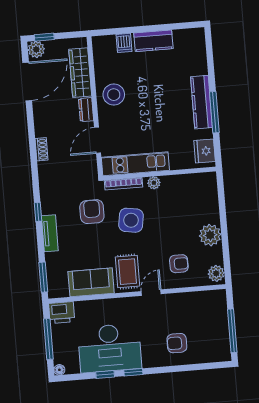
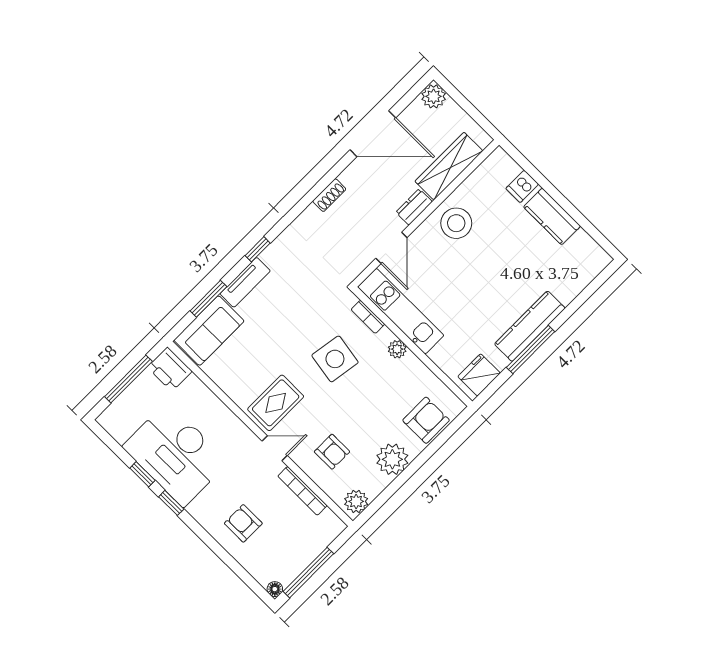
window: (44, 37) -> (454, 94), removed
door: (27, 81) -> (373, 134), moved
door: (98, 140) -> (391, 248), swing flipped
bookcase: (124, 184) -> (368, 317), width x0.64
armchair: (92, 212) -> (426, 420), moved
window: (43, 277) -> (208, 299), moved
sofa: (91, 282) -> (209, 331), moved, turned 90
bookcase: (186, 297) -> (302, 491), added
floor lamp: (59, 370) -> (275, 589), moved

